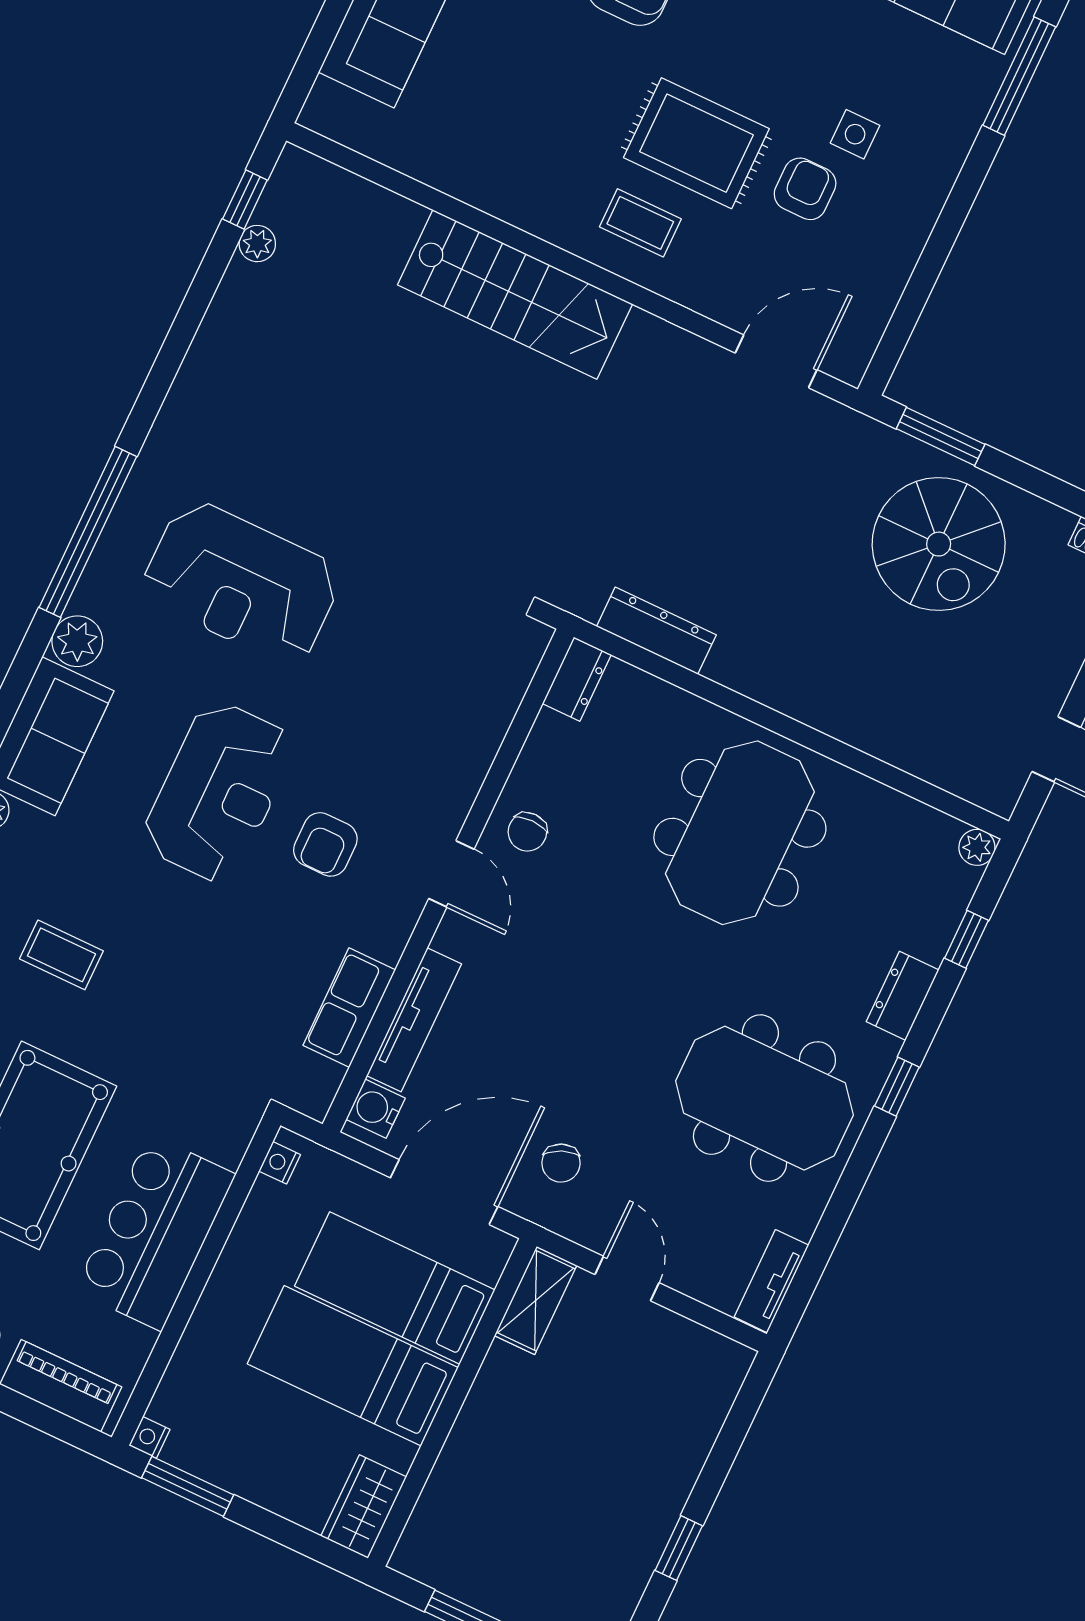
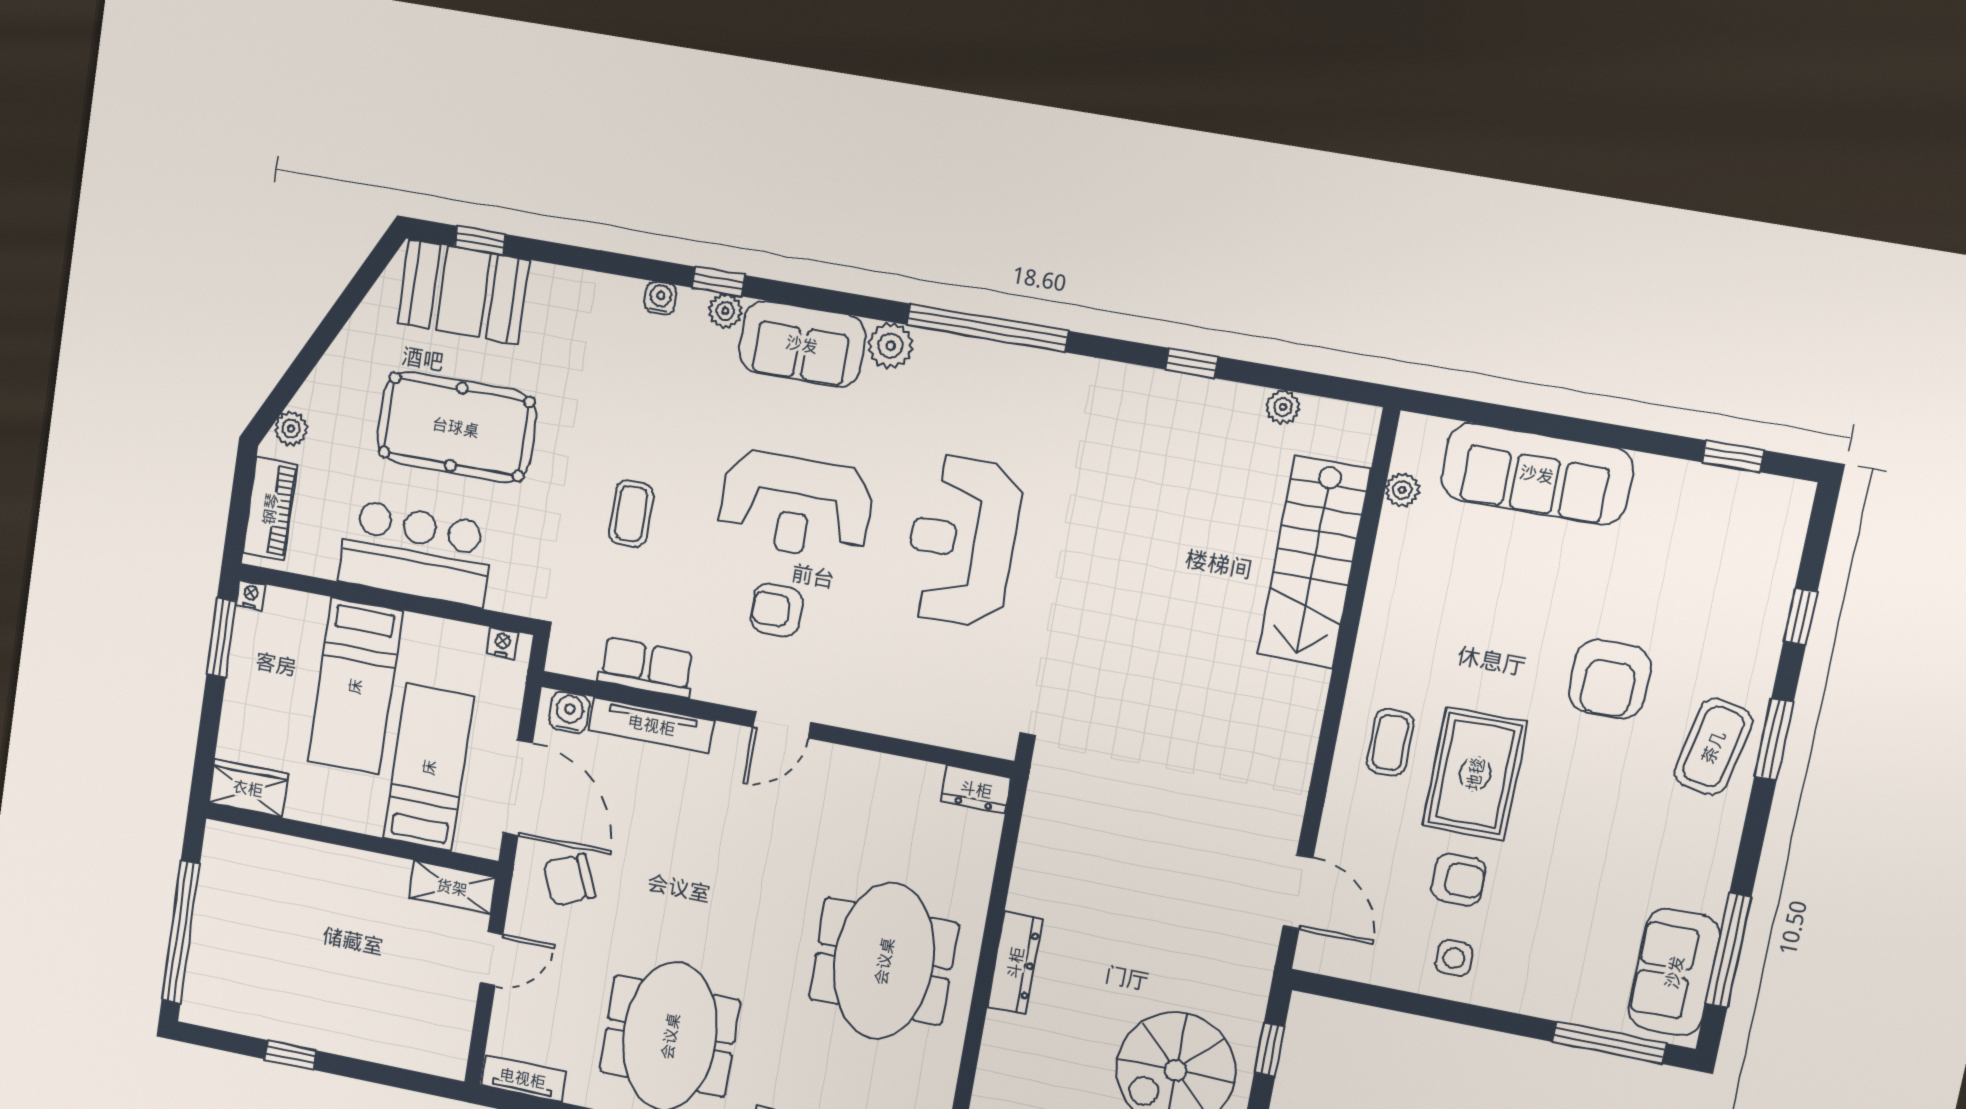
side table: (855, 134) -> (1454, 958), moved
plant: (377, 142) -> (1402, 490), added
window: (245, 199) -> (1192, 363), moved
stairs: (515, 294) -> (1314, 562), moved
window: (941, 437) -> (1270, 1050), width x0.67
reception desk: (241, 582) -> (962, 541), moved
dresser: (656, 631) -> (1015, 963), moved
chair: (527, 832) -> (835, 780), removed
meeting table: (740, 833) -> (884, 961), turned 90
coffee table: (61, 955) -> (631, 514), moved
chair: (561, 1163) -> (569, 880), width x1.37, depth x1.37
bed: (353, 1366) -> (355, 686), moved, turned 180

